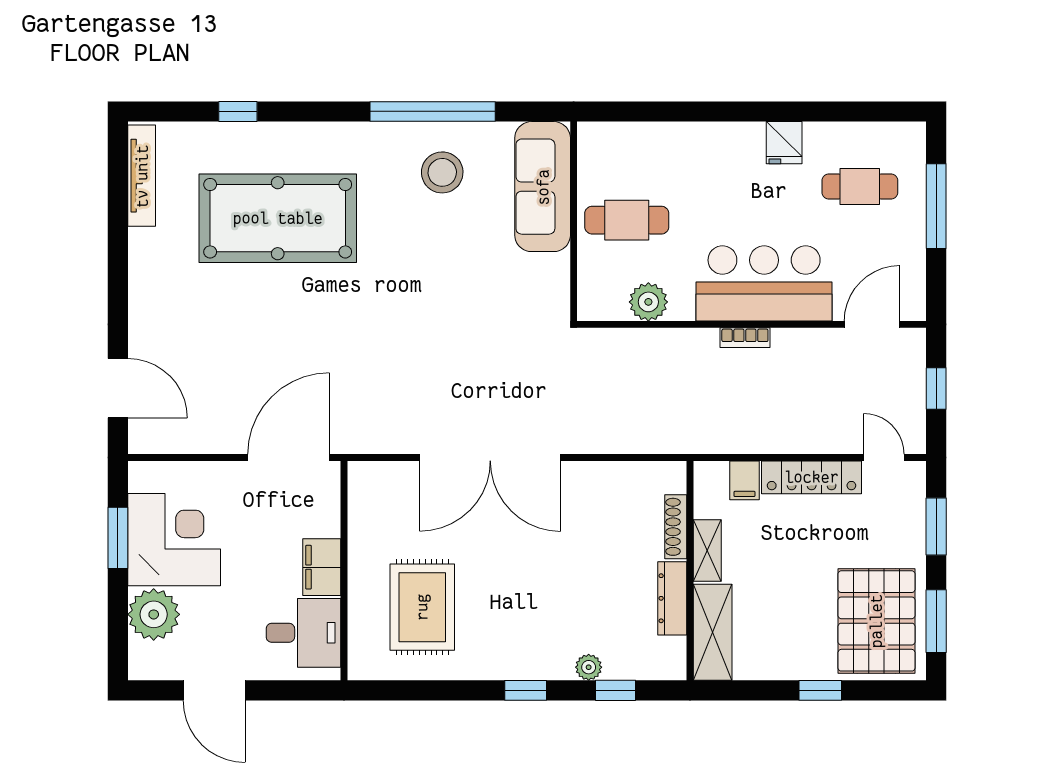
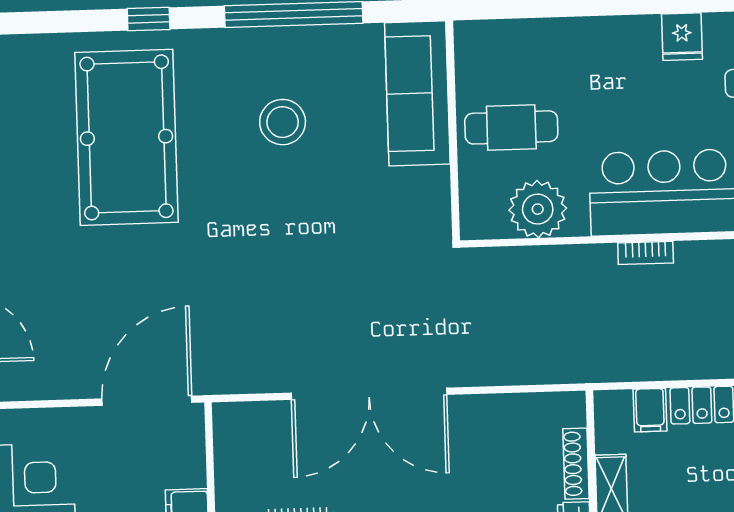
window: (238, 111) -> (149, 19), moved
stool: (442, 172) -> (283, 122), moved
pool table: (278, 218) -> (127, 137), turned 90
plant: (648, 302) -> (538, 209), width x1.36, depth x1.36

